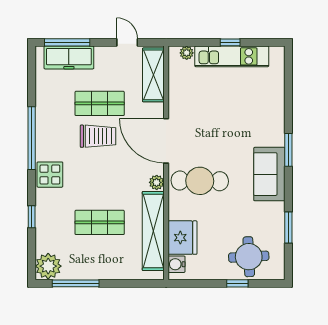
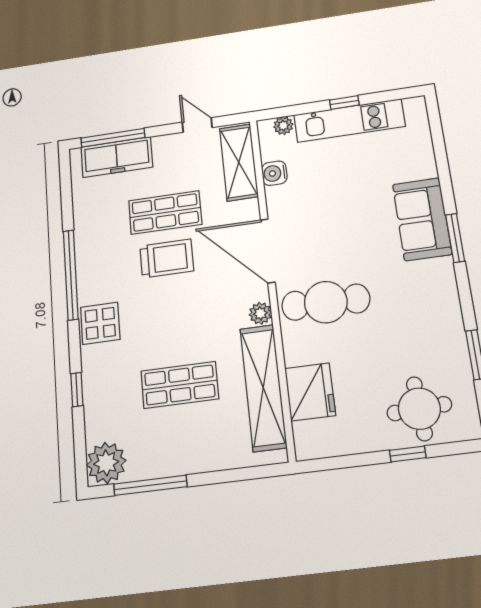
sofa: (269, 174) -> (422, 219), moved
water cooler: (177, 264) -> (274, 173), moved

